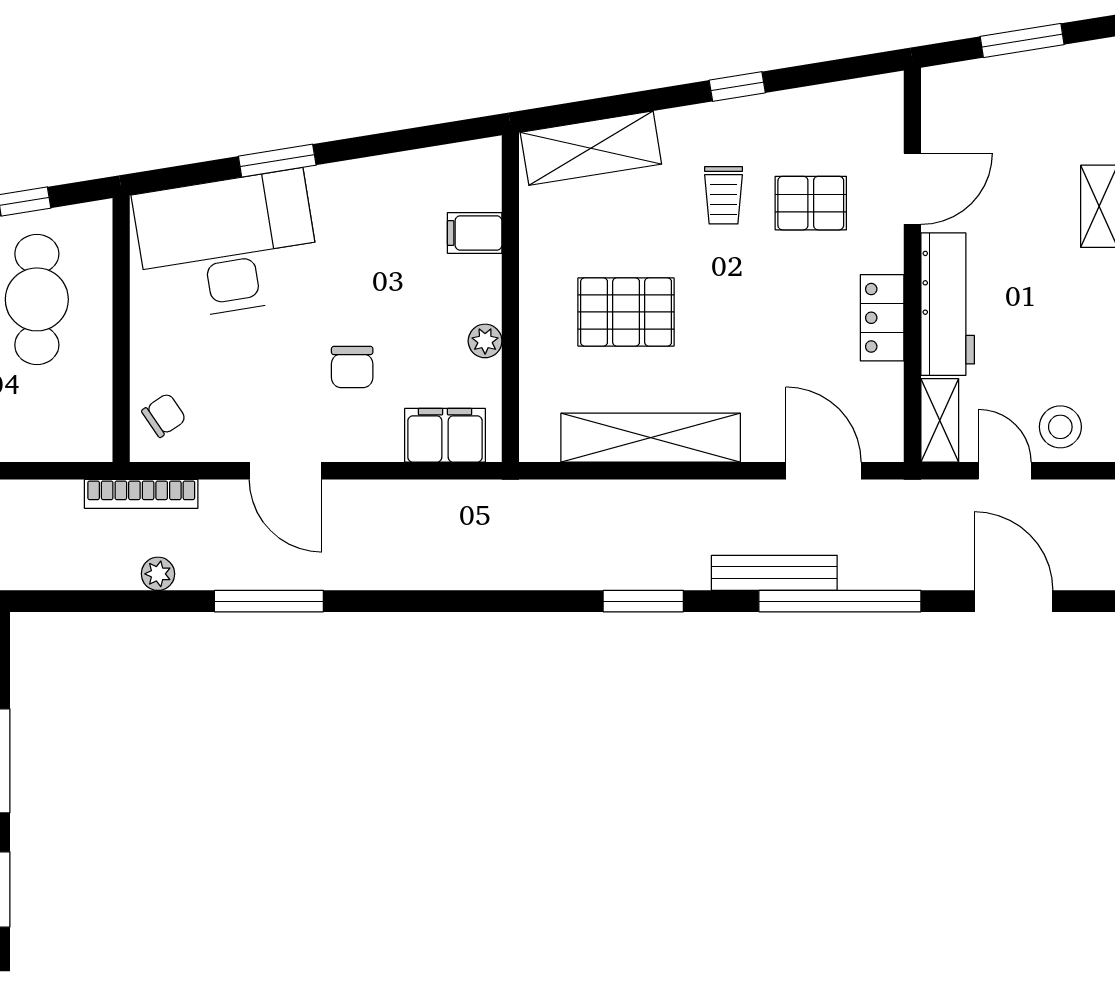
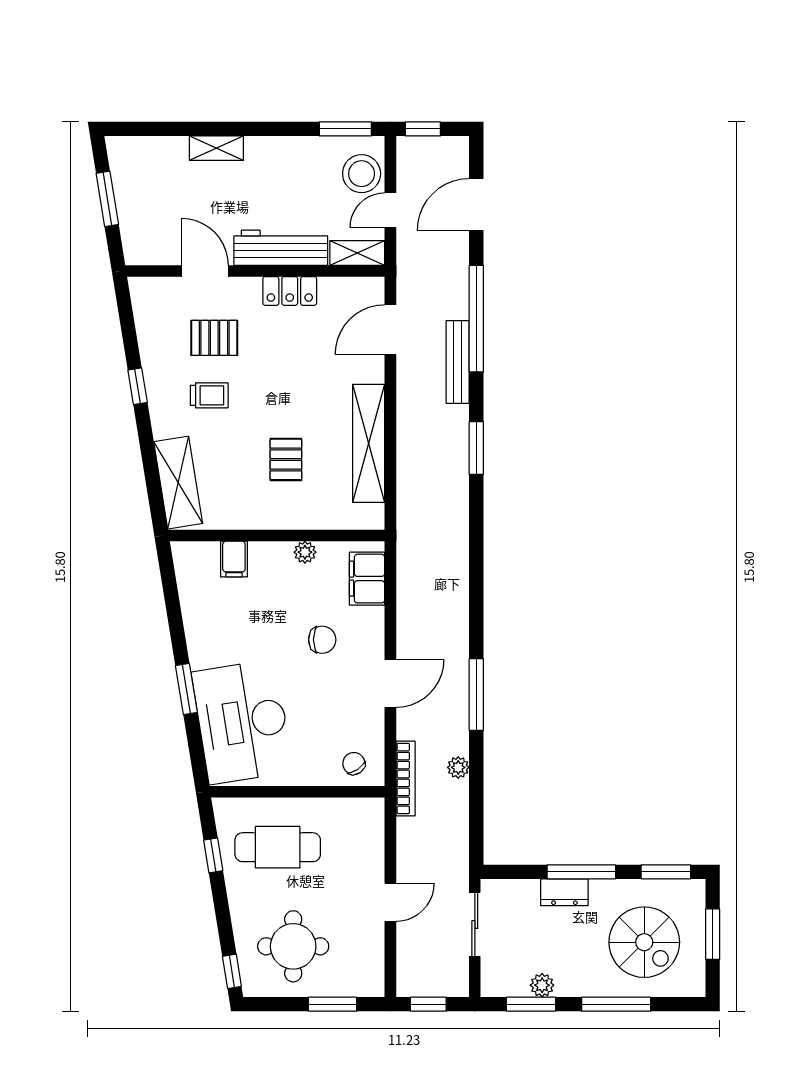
pallet: (811, 203) -> (214, 338), turned 90
pallet: (626, 312) -> (286, 459), width x0.67, depth x0.71
stool: (1060, 427) -> (362, 174), width x1.38, depth x1.38

